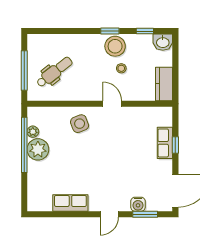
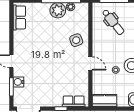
door: (112, 104) -> (90, 63), hinge flipped
row of seats: (165, 143) -> (74, 101), moved
row of seats: (70, 203) -> (19, 17), moved

